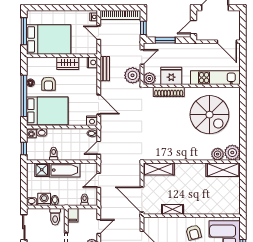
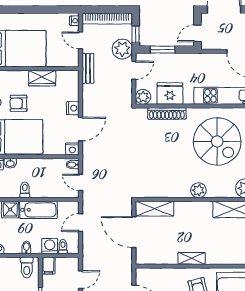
nightstand: (92, 62) -> (73, 108), moved
bench: (105, 69) -> (88, 68), moved
plant: (133, 75) -> (122, 49), moved
armchair: (48, 84) -> (18, 103), turned 90
door: (99, 105) -> (81, 129), hinge flipped
door: (99, 148) -> (81, 182), hinge flipped
plant: (218, 154) -> (198, 190), moved
washing machine: (44, 199) -> (50, 246), moved
door: (142, 199) -> (134, 232), moved
shelving: (172, 209) -> (191, 258), moved

